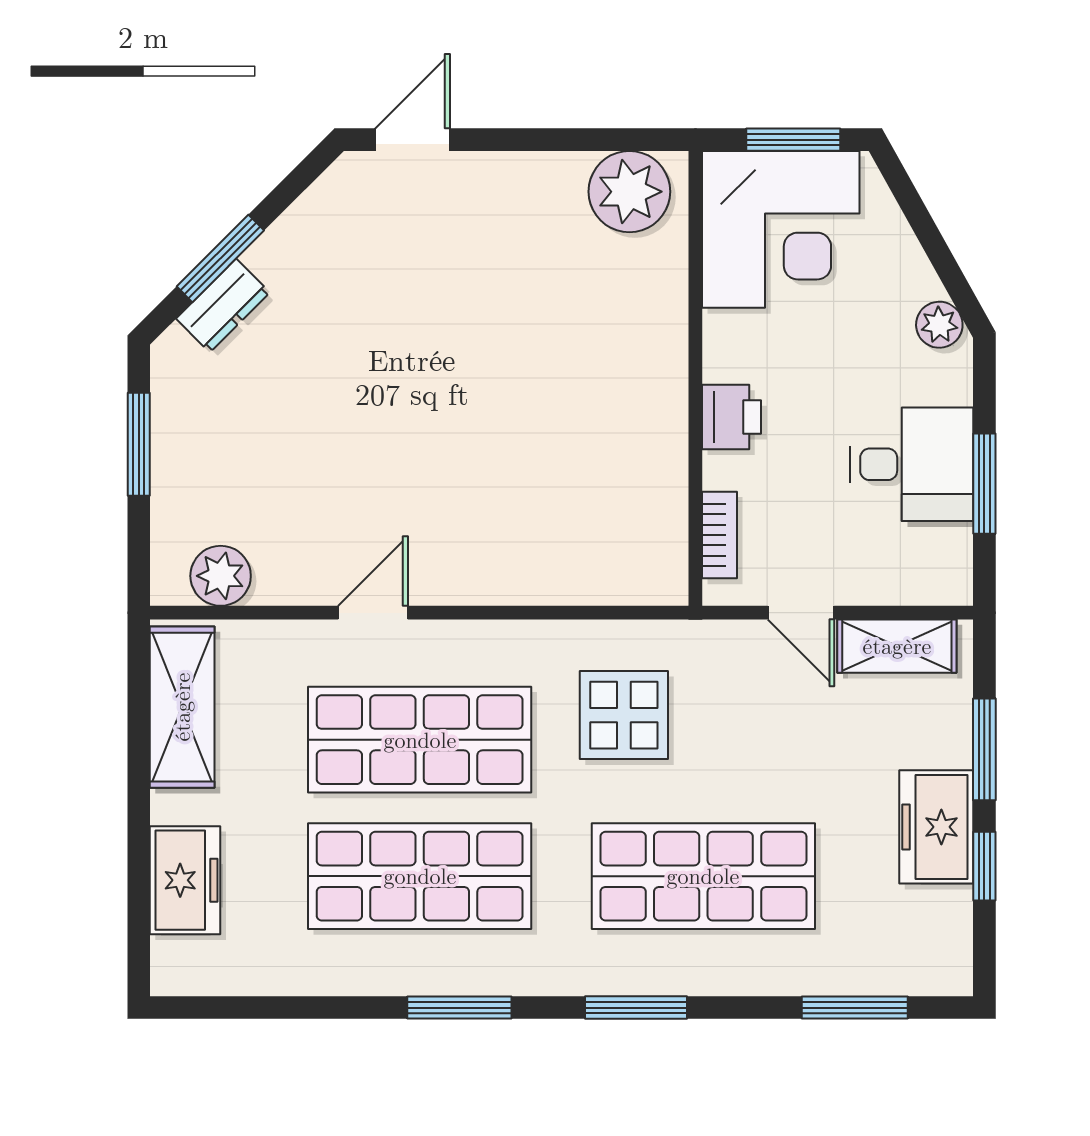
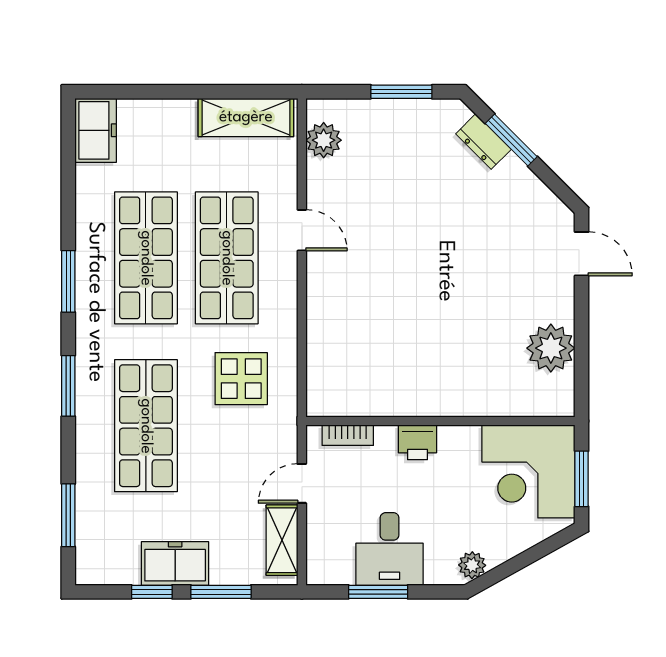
plant: (629, 192) -> (551, 348), moved
freezer: (185, 880) -> (96, 130), moved, turned -90

